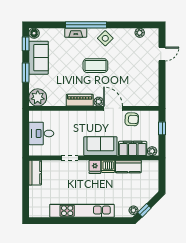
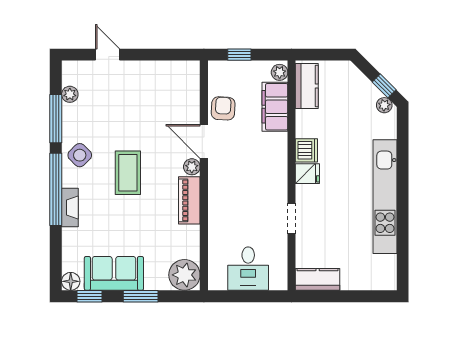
window: (126, 25) -> (56, 119), added
door: (113, 108) -> (204, 141), hinge flipped
sofa: (100, 146) -> (271, 164), removed
kitchen counter: (128, 167) -> (307, 86), moved

